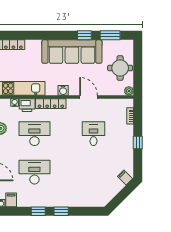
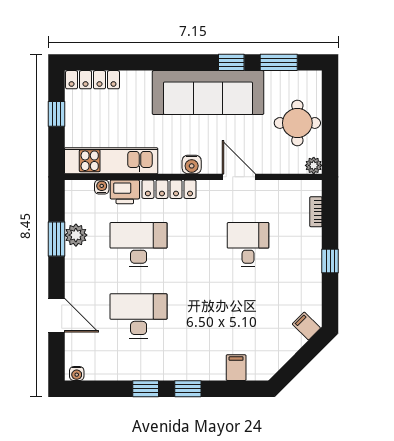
filing cabinet: (11, 200) -> (236, 368), moved

